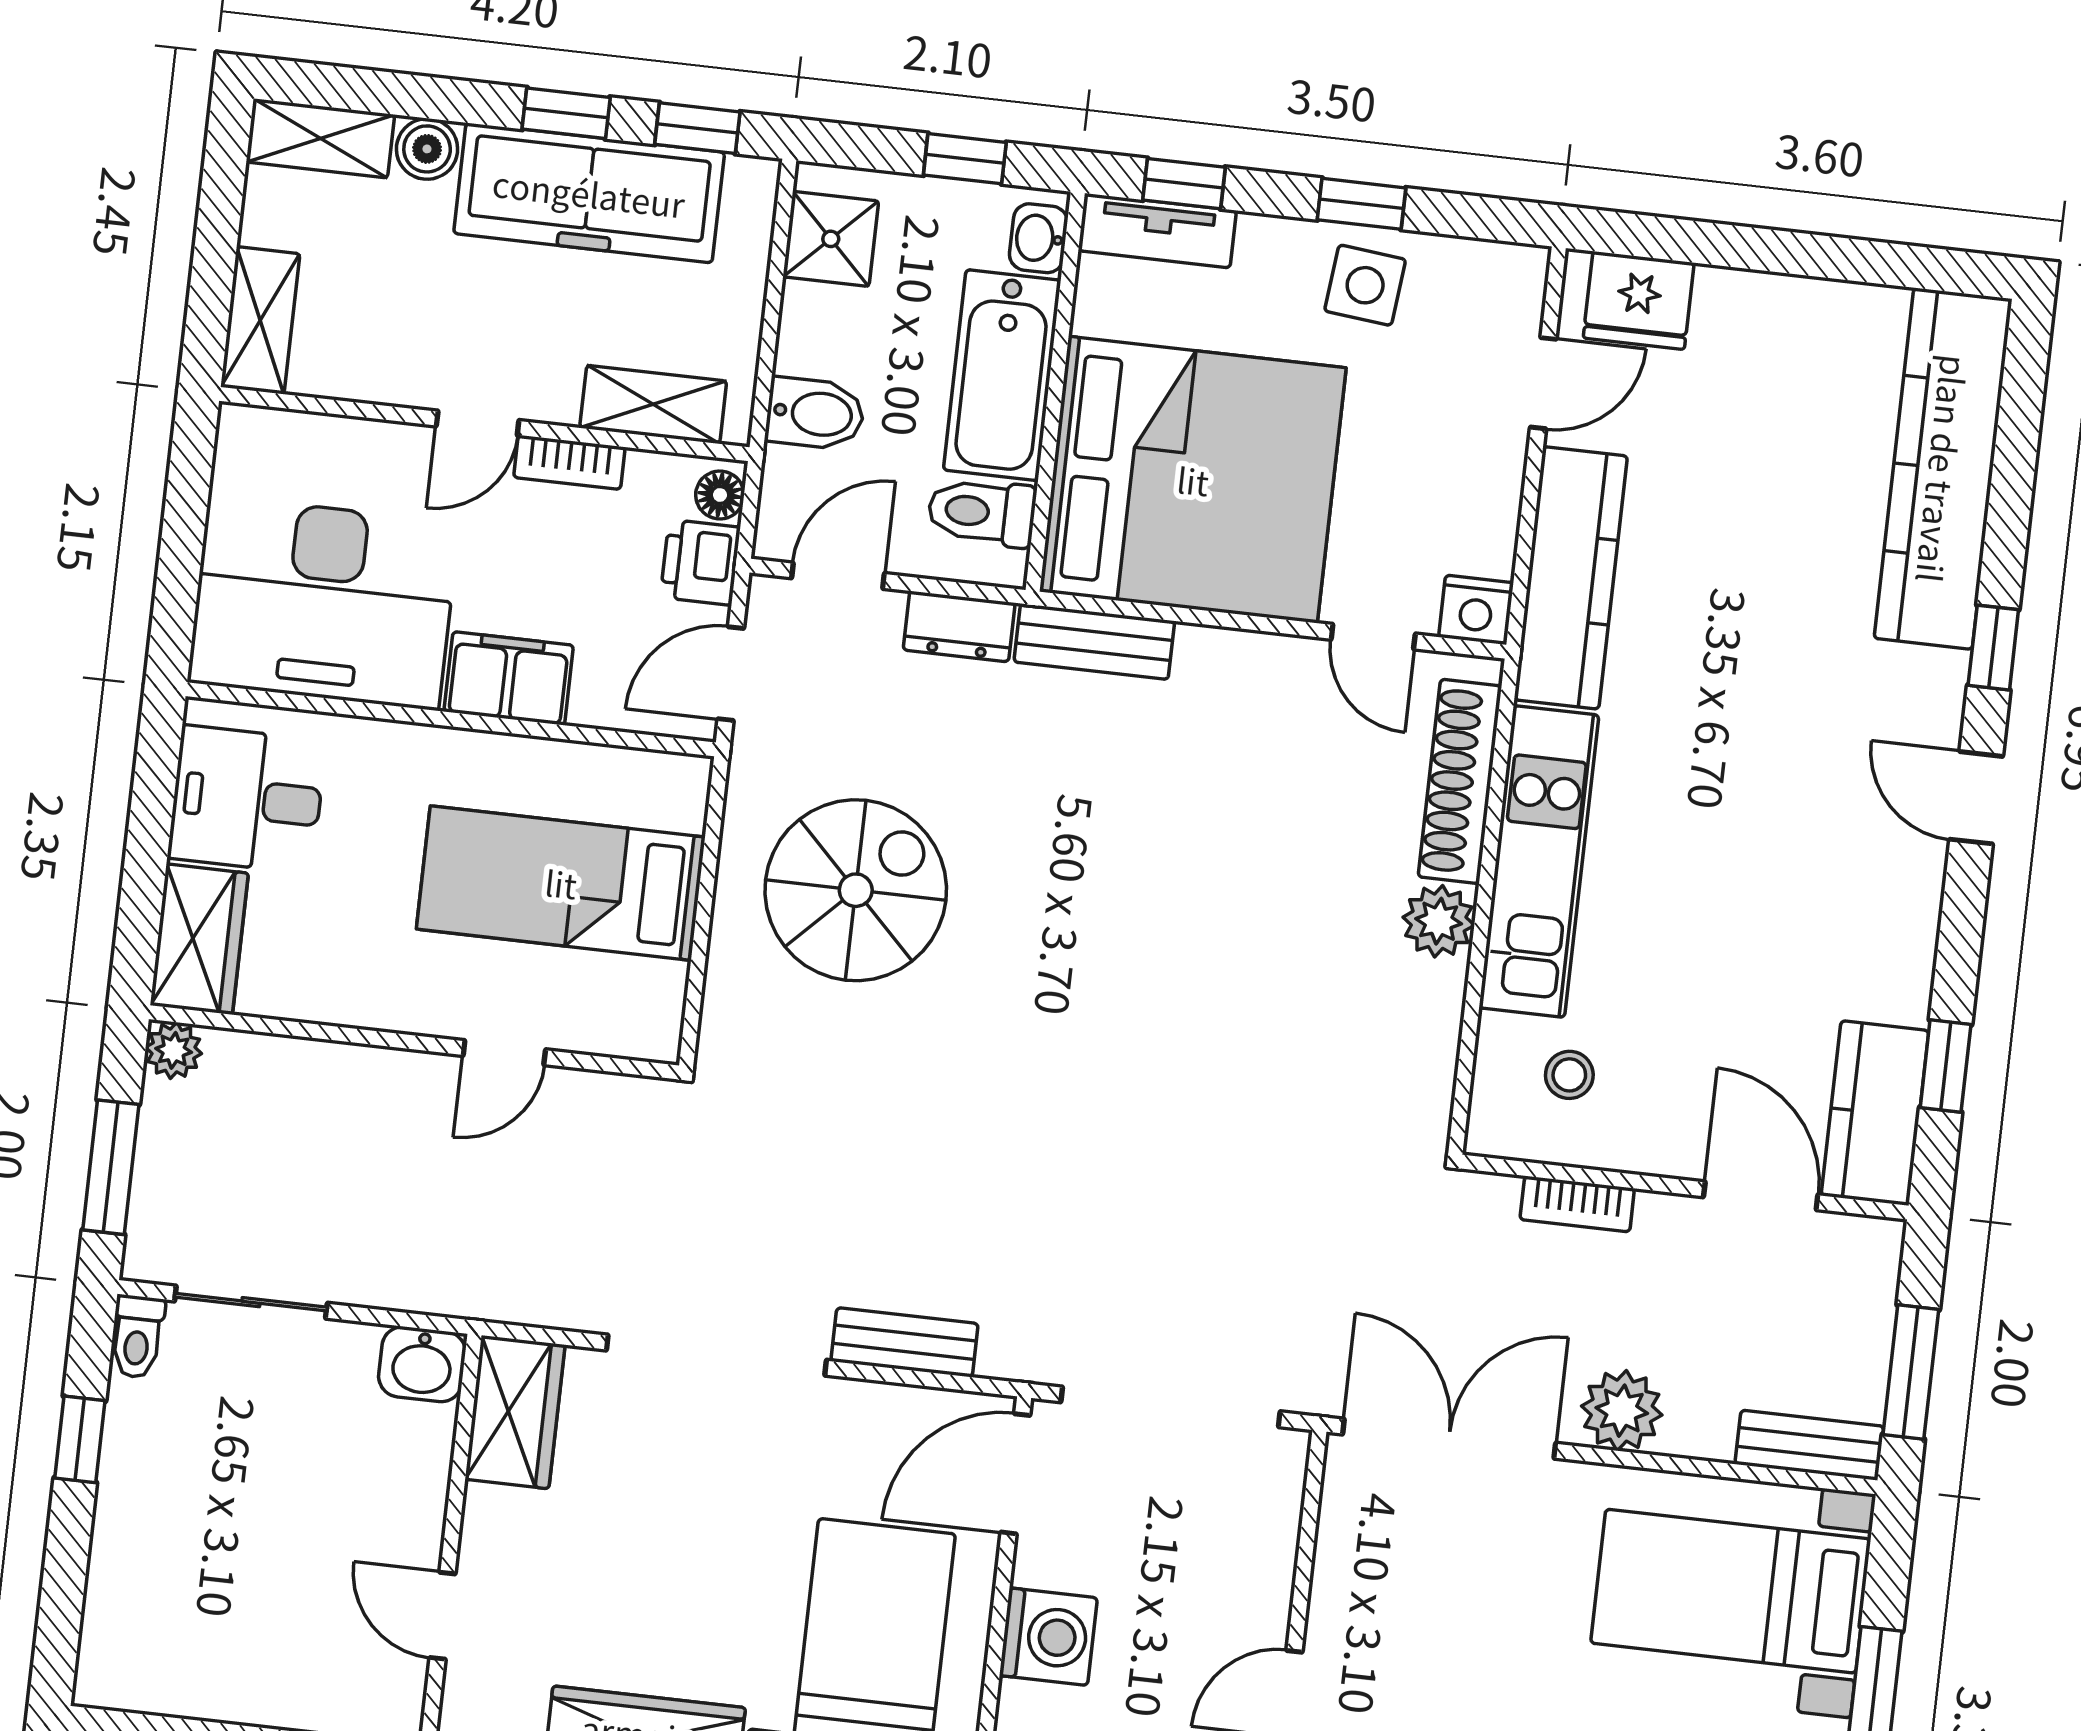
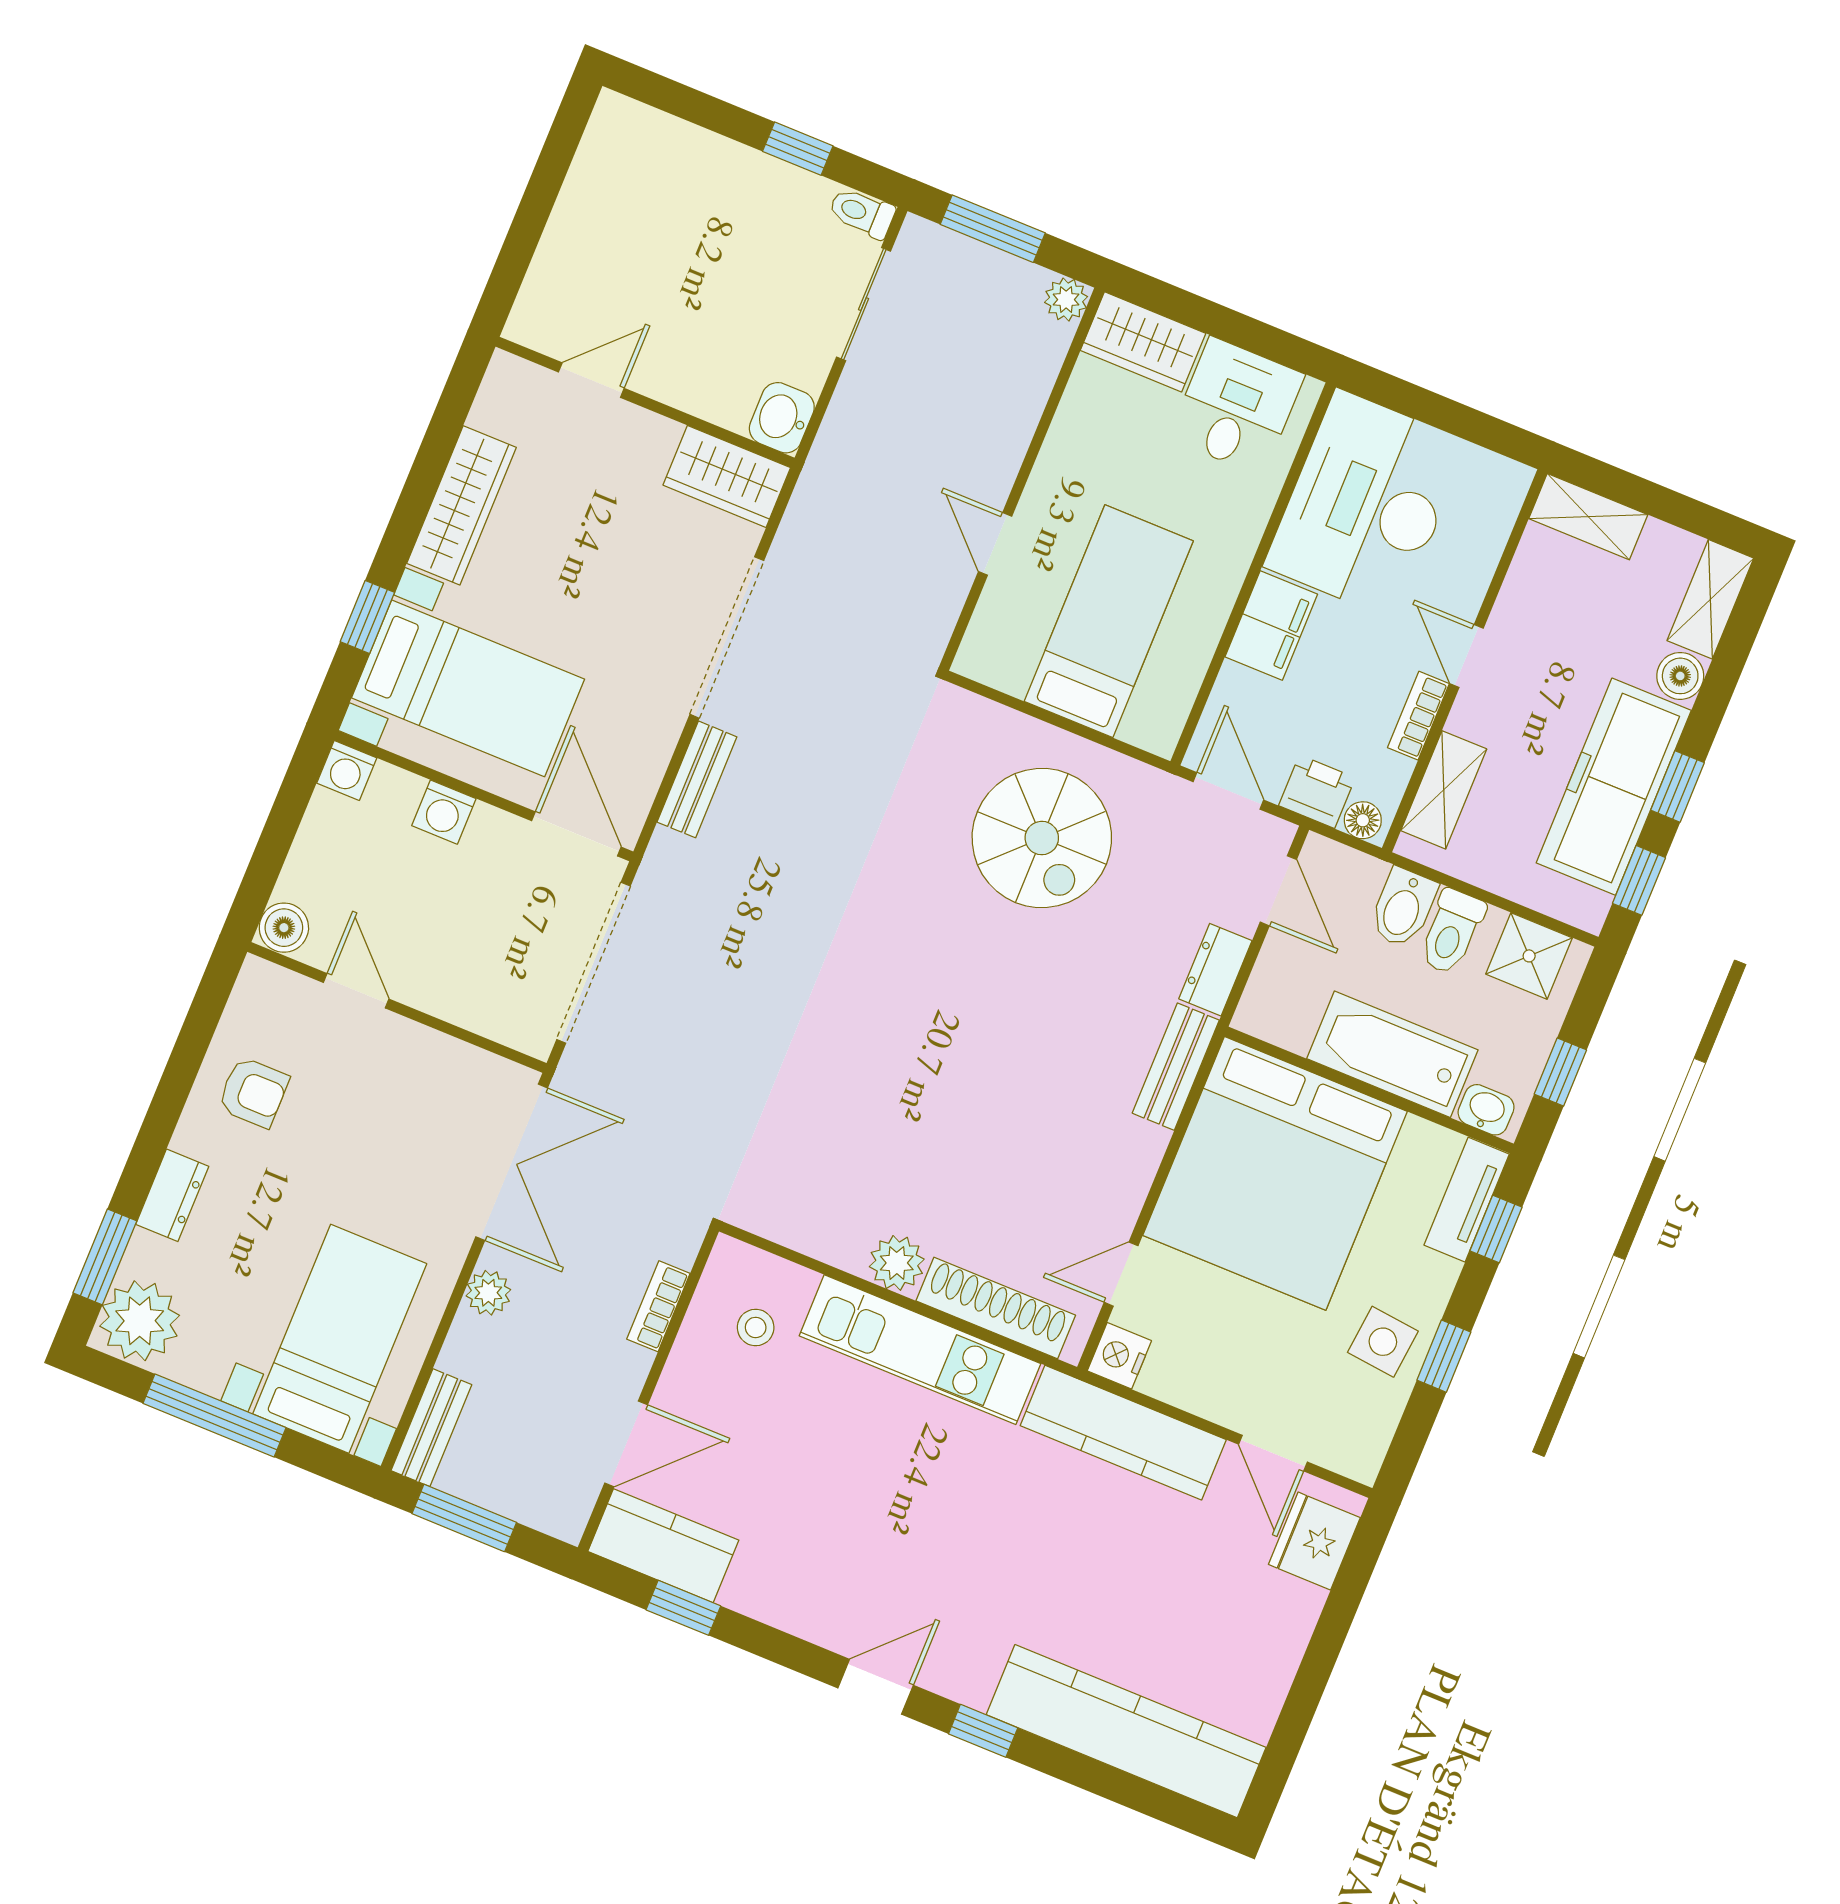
toilet: (982, 512) -> (1452, 932), moved, turned 180
plant: (1622, 1411) -> (488, 1293), width x0.73, depth x0.73
washing machine: (1048, 1637) -> (444, 812), width x0.73, depth x0.73

